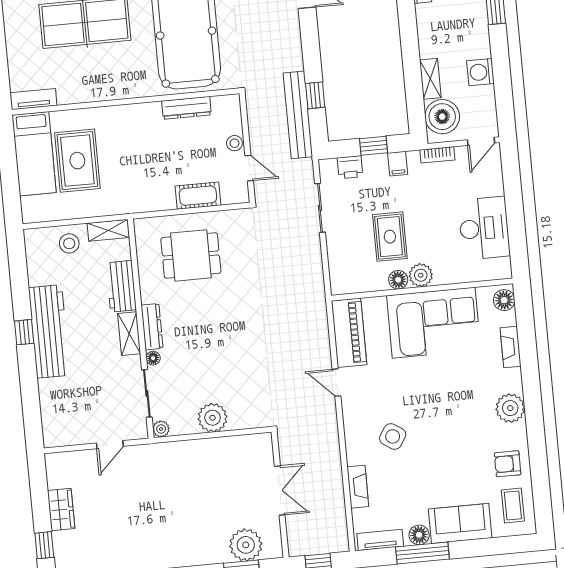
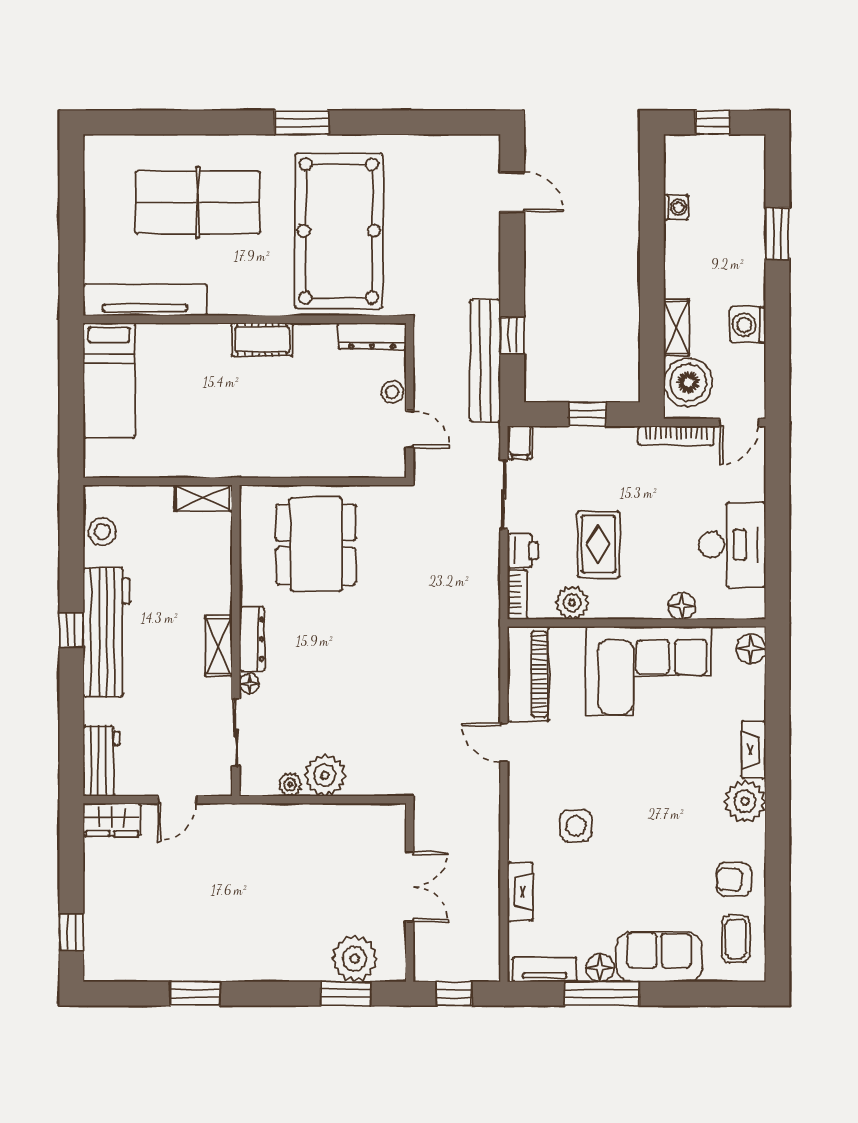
tv unit: (33, 99) -> (145, 300), width x1.92, depth x1.29
dresser: (186, 108) -> (372, 336), moved
bookcase: (437, 155) -> (676, 436), width x1.56
rug: (77, 161) -> (169, 396), removed
filing cabinet: (398, 164) -> (520, 443), moved
printer: (350, 167) -> (523, 551), moved, turned -90
cot: (198, 196) -> (262, 340), moved
stool: (69, 243) -> (102, 532), moved
dining table: (191, 255) -> (316, 544), width x1.38
plant: (421, 275) -> (572, 603), moved
bookcase: (336, 277) -> (517, 595), added
floor lamp: (398, 280) -> (682, 606), moved
workbench: (121, 286) -> (101, 761), moved, turned 180
fireplace: (511, 347) -> (753, 750), moved
plant: (161, 429) -> (290, 784), moved
side table: (393, 436) -> (576, 826), turned -33
wardrobe: (61, 510) -> (112, 820), moved, turned 90

